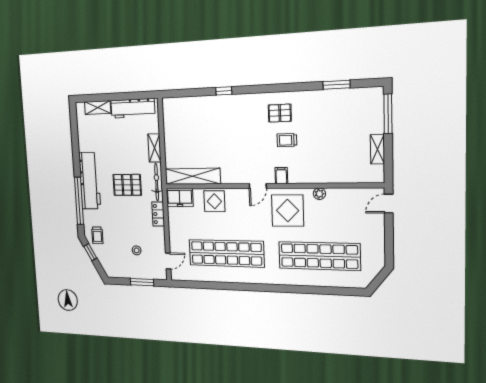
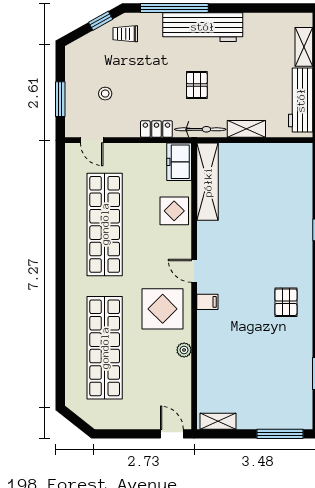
trolley: (287, 140) -> (252, 310), removed
shelving: (377, 149) -> (218, 421), moved
pallet: (127, 185) -> (197, 85), width x0.67, depth x0.71

